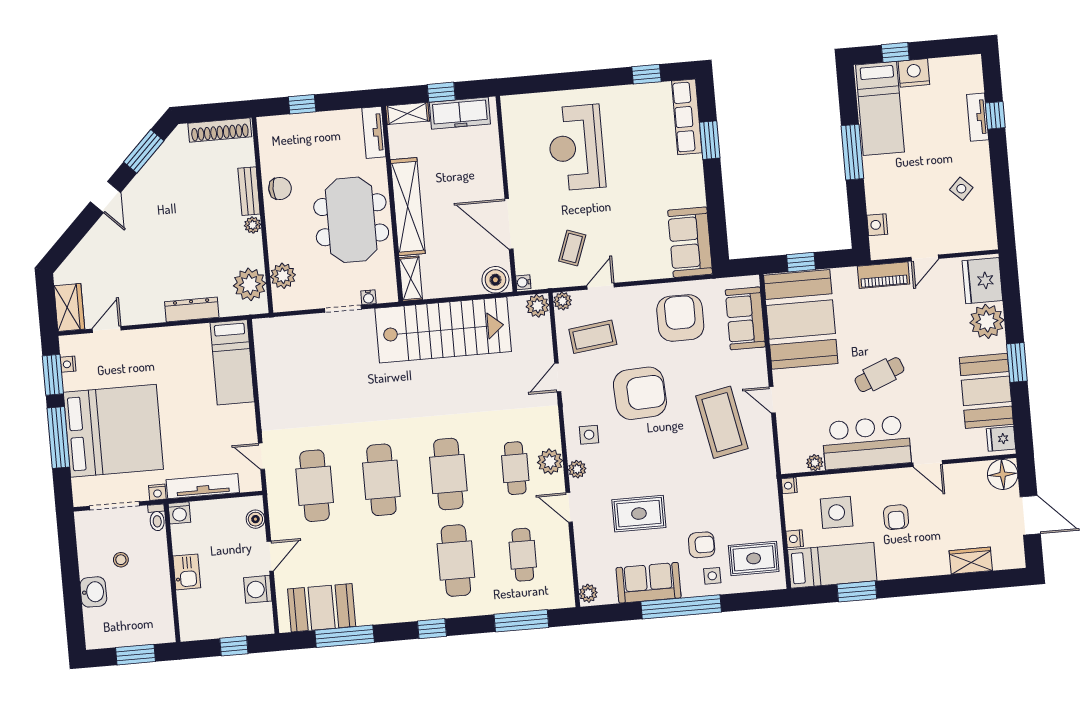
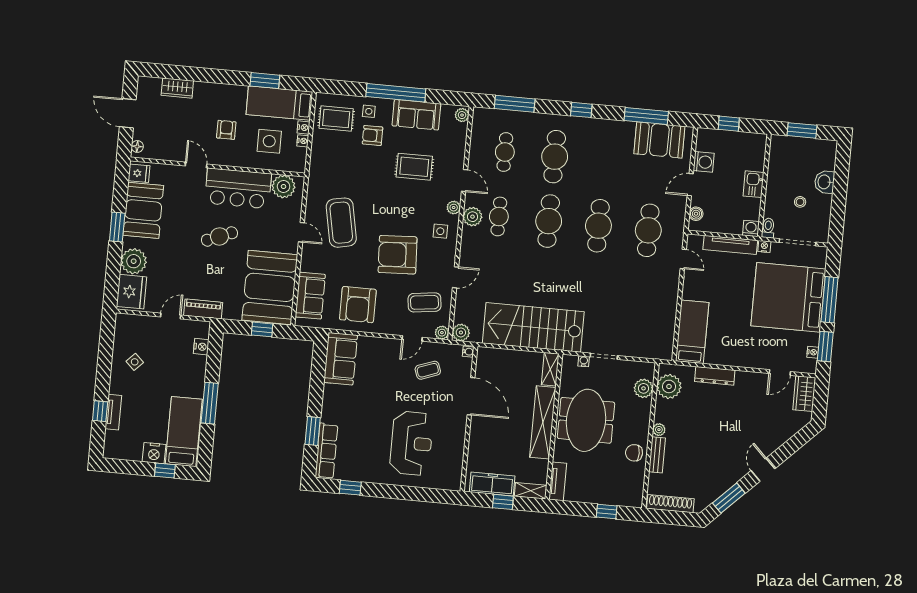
coffee table: (572, 248) -> (428, 370), turned 50
boiler: (495, 280) -> (488, 357), removed
plant: (815, 463) -> (284, 186), width x1.88, depth x1.88
floor lamp: (1003, 474) -> (137, 146), width x0.53, depth x0.53
nightstand: (789, 486) -> (303, 141), moved

